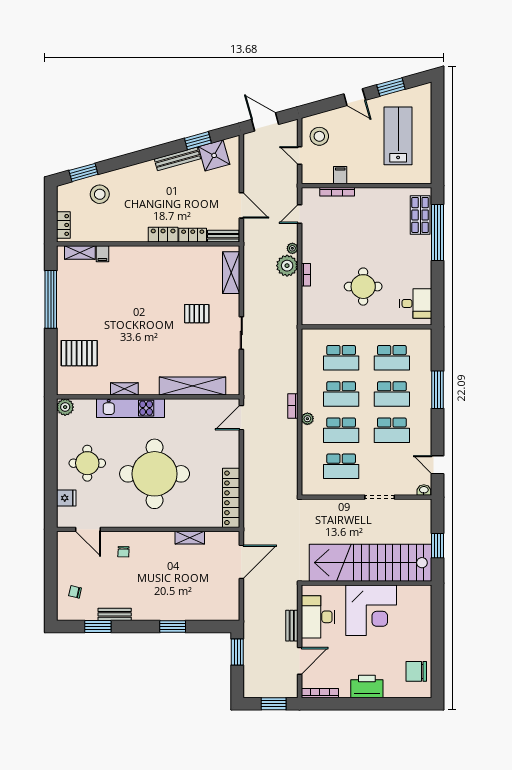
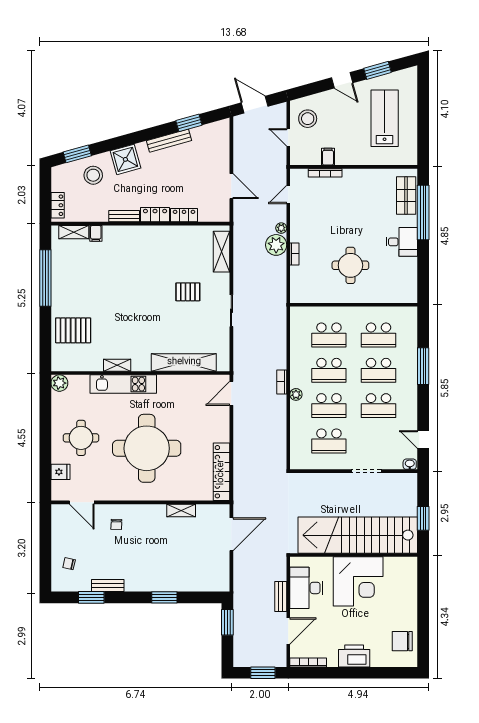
shower: (214, 155) -> (125, 159), moved
bench: (223, 236) -> (124, 216), moved
desk: (416, 303) -> (402, 242), moved

